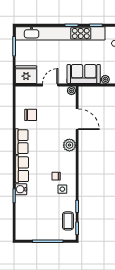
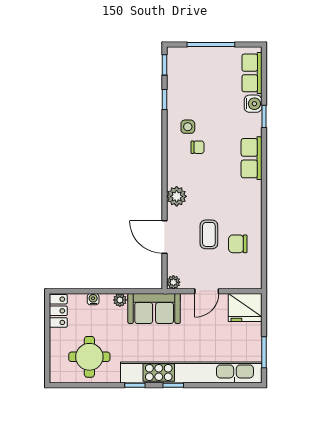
row of seats: (22, 142) -> (252, 73), moved
water cooler: (21, 189) -> (253, 104), moved
coffee table: (68, 221) -> (209, 234), moved

